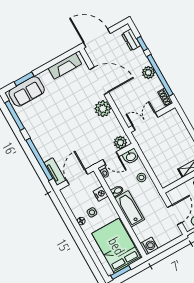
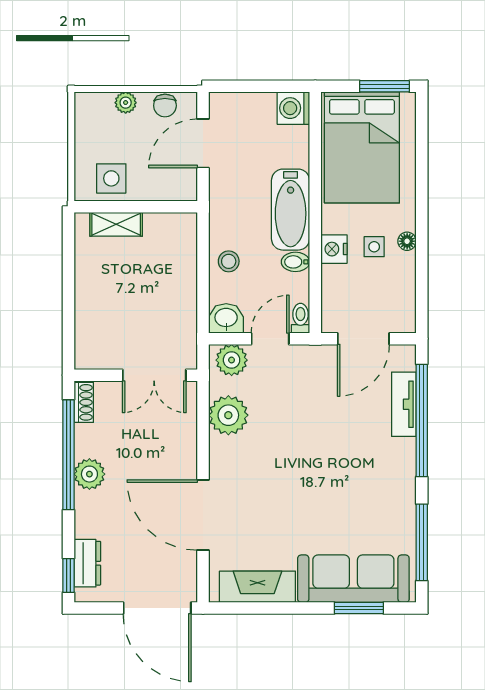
window: (142, 44) -> (68, 576), moved
sofa: (27, 91) -> (353, 579), width x1.36
plant: (103, 109) -> (228, 415), moved
door: (111, 158) -> (270, 339), hinge flipped
tv unit: (55, 172) -> (404, 404), moved
nightstand: (101, 194) -> (334, 249), moved

